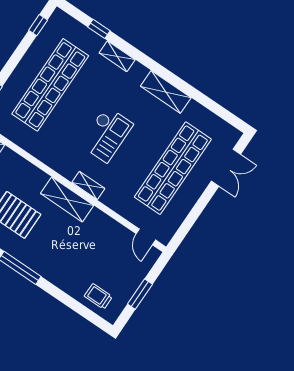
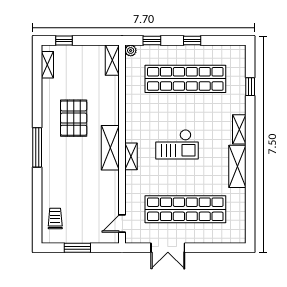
window: (38, 25) -> (192, 40), moved
shelving: (117, 56) -> (239, 129), moved
double door: (226, 168) -> (168, 248), moved

